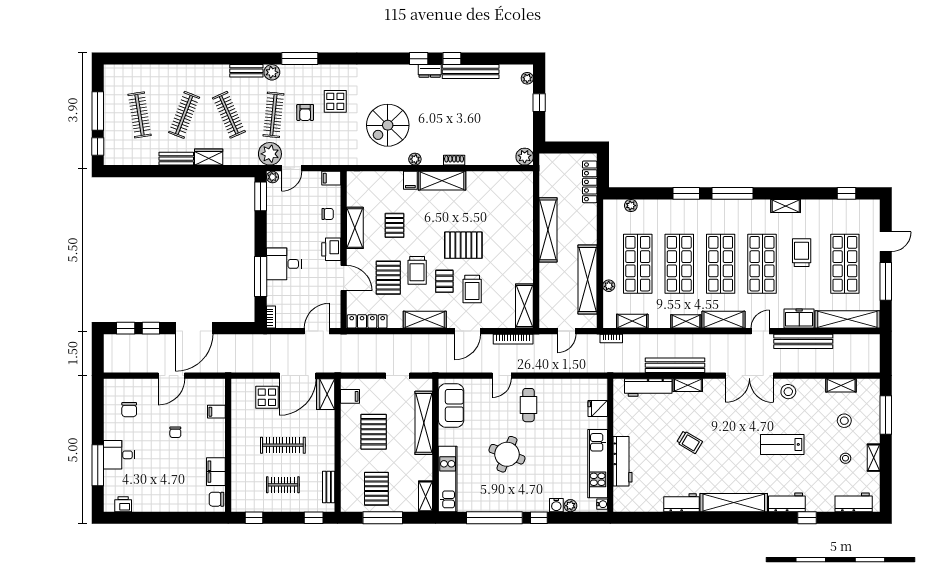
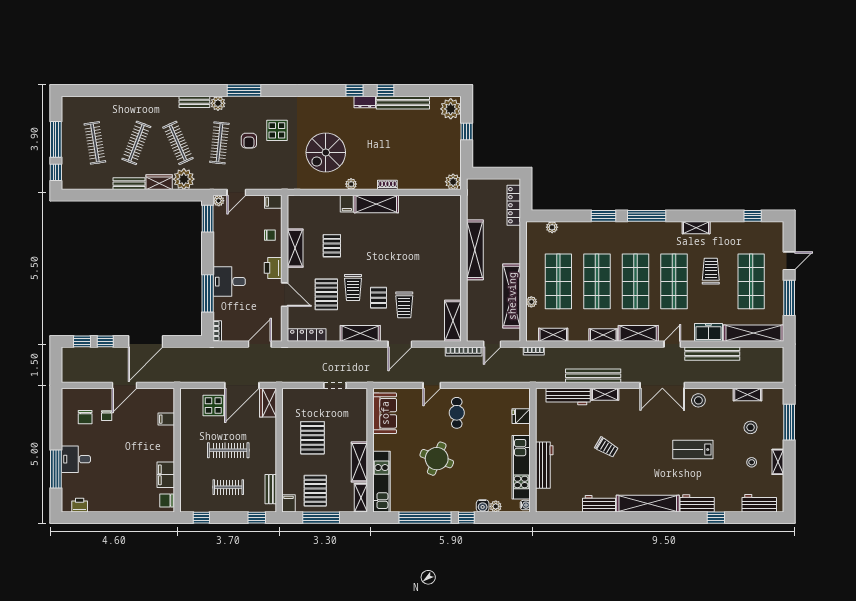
plant: (527, 78) -> (451, 109), width x1.87, depth x1.87
plant: (270, 154) -> (184, 179), moved
pallet: (463, 245) -> (396, 264), removed
bookcase: (513, 339) -> (464, 352), moved
filing cabinet: (350, 396) -> (289, 503), moved, turned -90
shelving: (424, 423) -> (359, 462), moved, width x0.68
chair: (175, 432) -> (107, 416), moved

